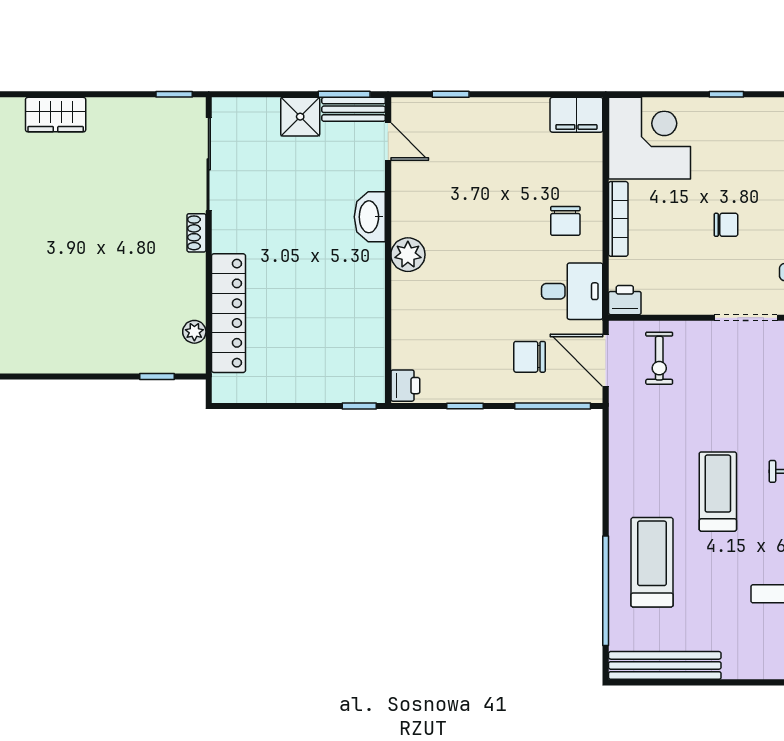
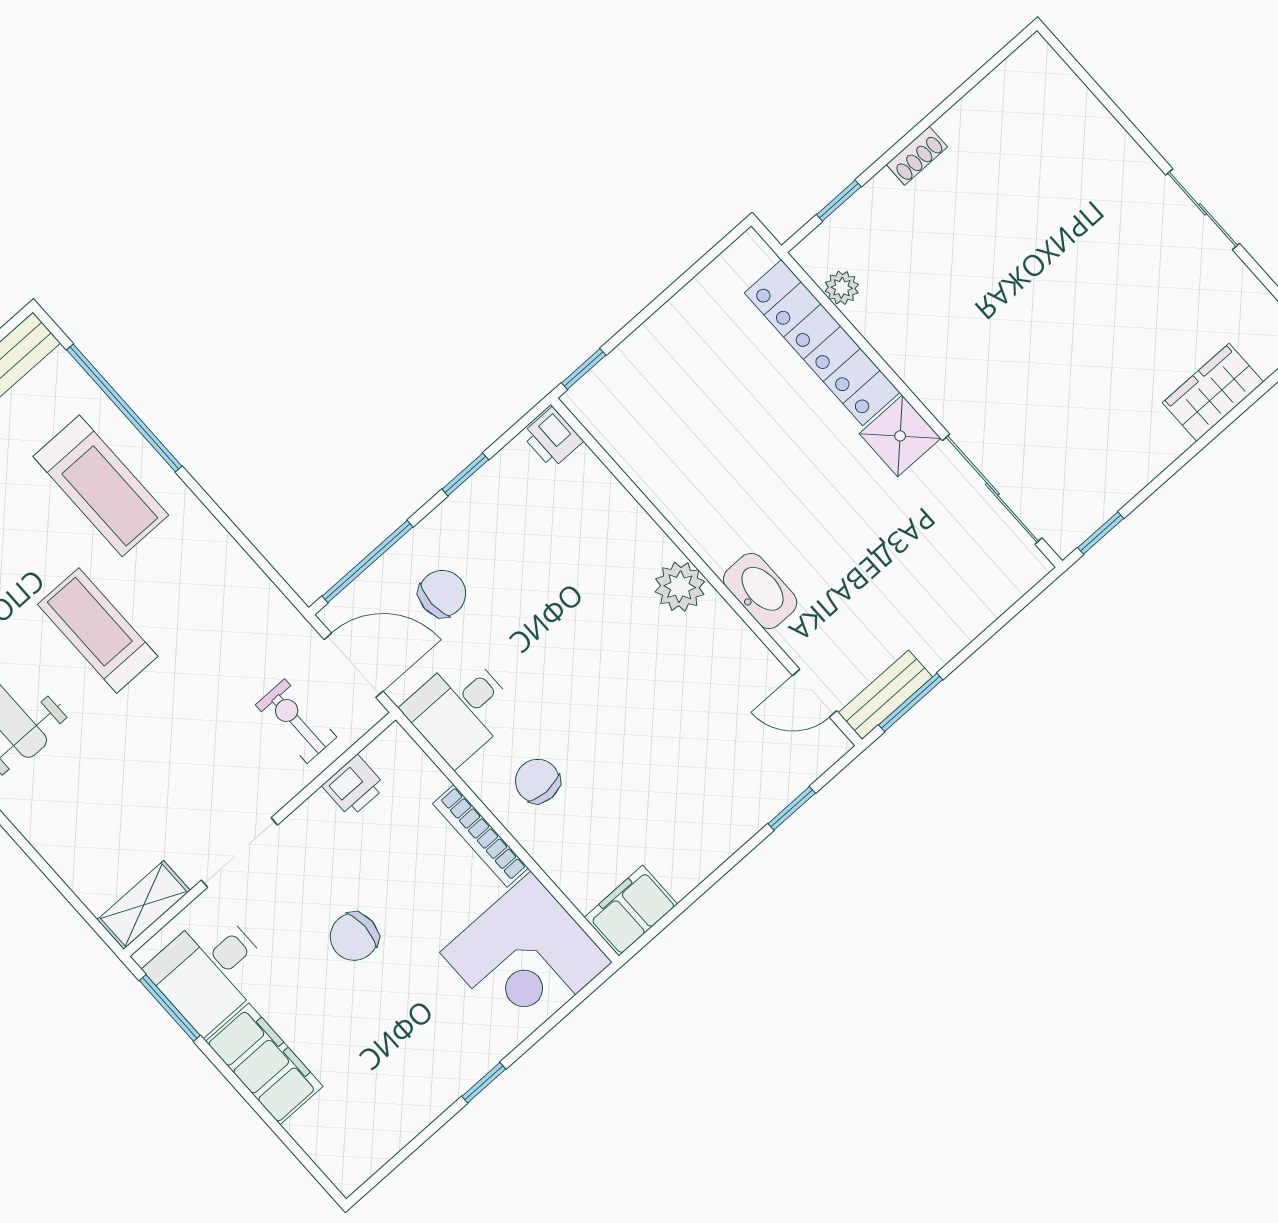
shower: (300, 117) -> (900, 436), moved
chair: (726, 225) -> (354, 937), width x1.37, depth x1.37
shoe rack: (196, 233) -> (917, 156), moved, turned 90
printer: (625, 300) -> (354, 786), moved
treadmill: (718, 492) -> (98, 630), turned 180

